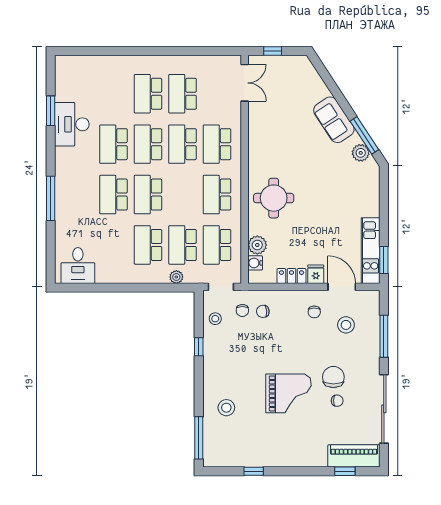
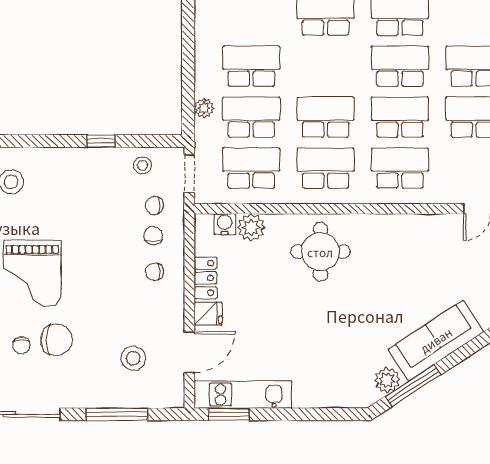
sofa: (334, 120) -> (436, 340), width x1.36
school desk: (148, 195) -> (326, 117), moved
chair: (314, 312) -> (154, 272), moved

